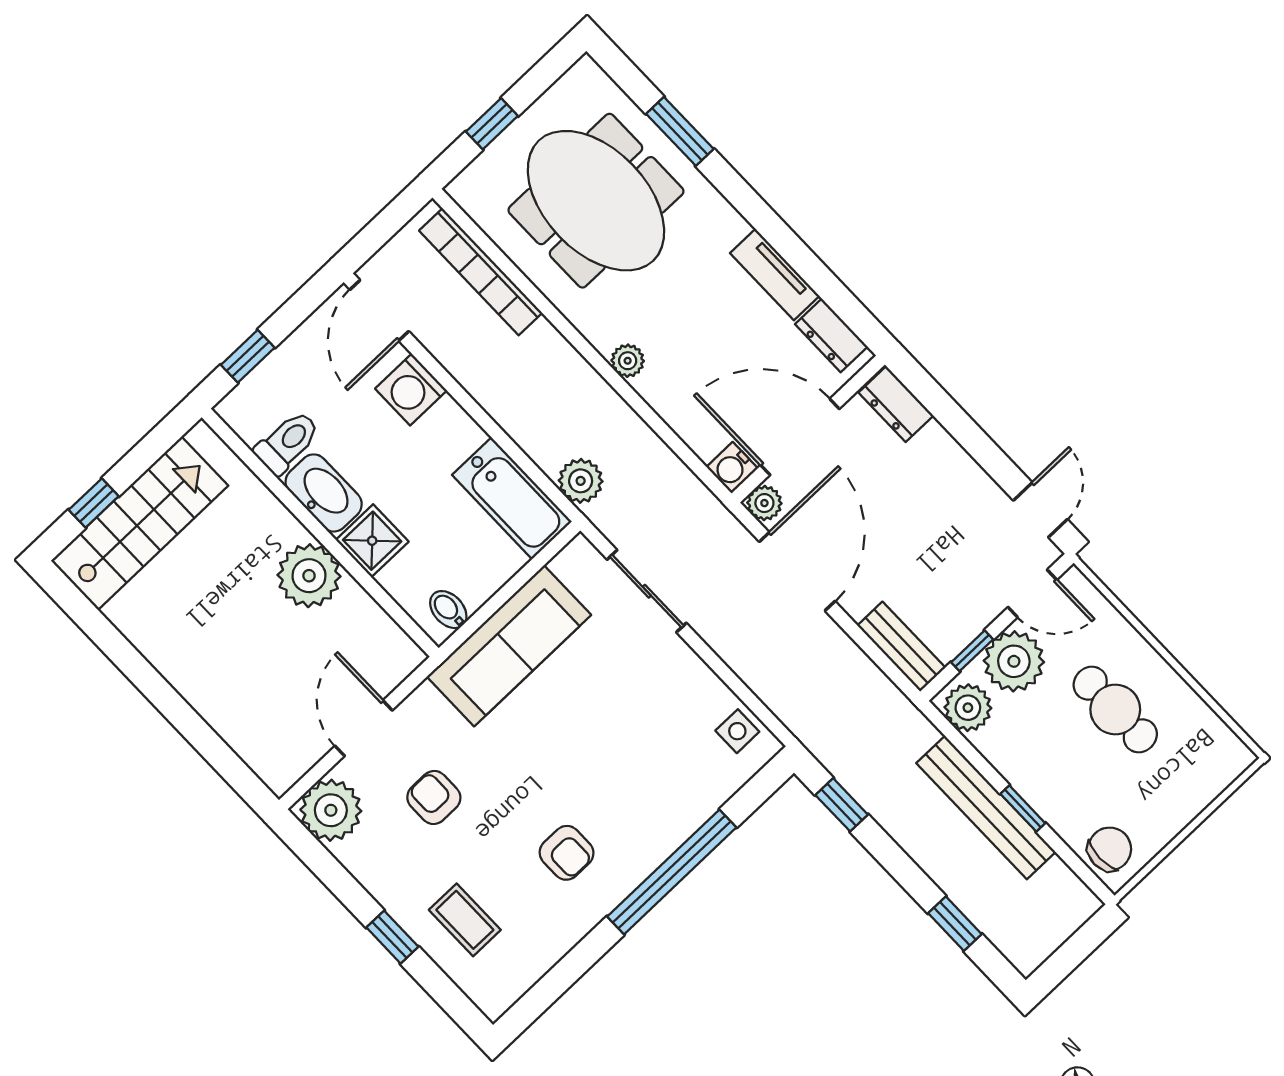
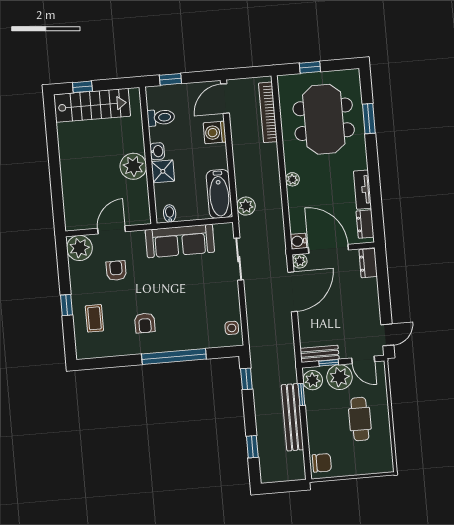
washbasin: (324, 493) -> (157, 151), width x0.52, depth x0.69
bench: (901, 647) -> (320, 354), moved, turned 90
window: (1023, 808) -> (301, 394), moved

